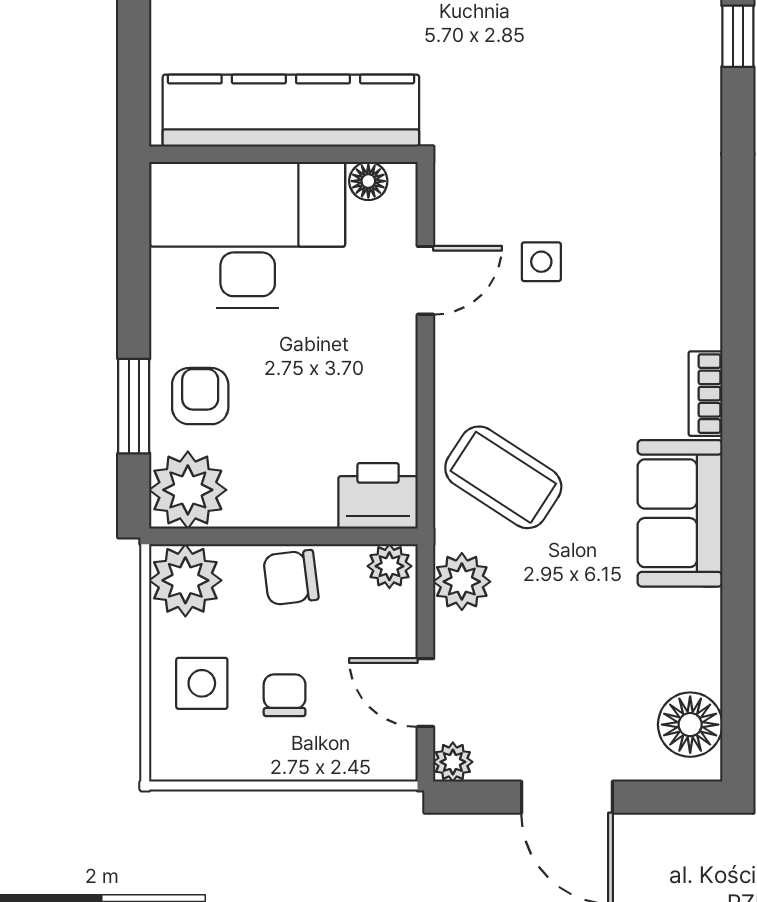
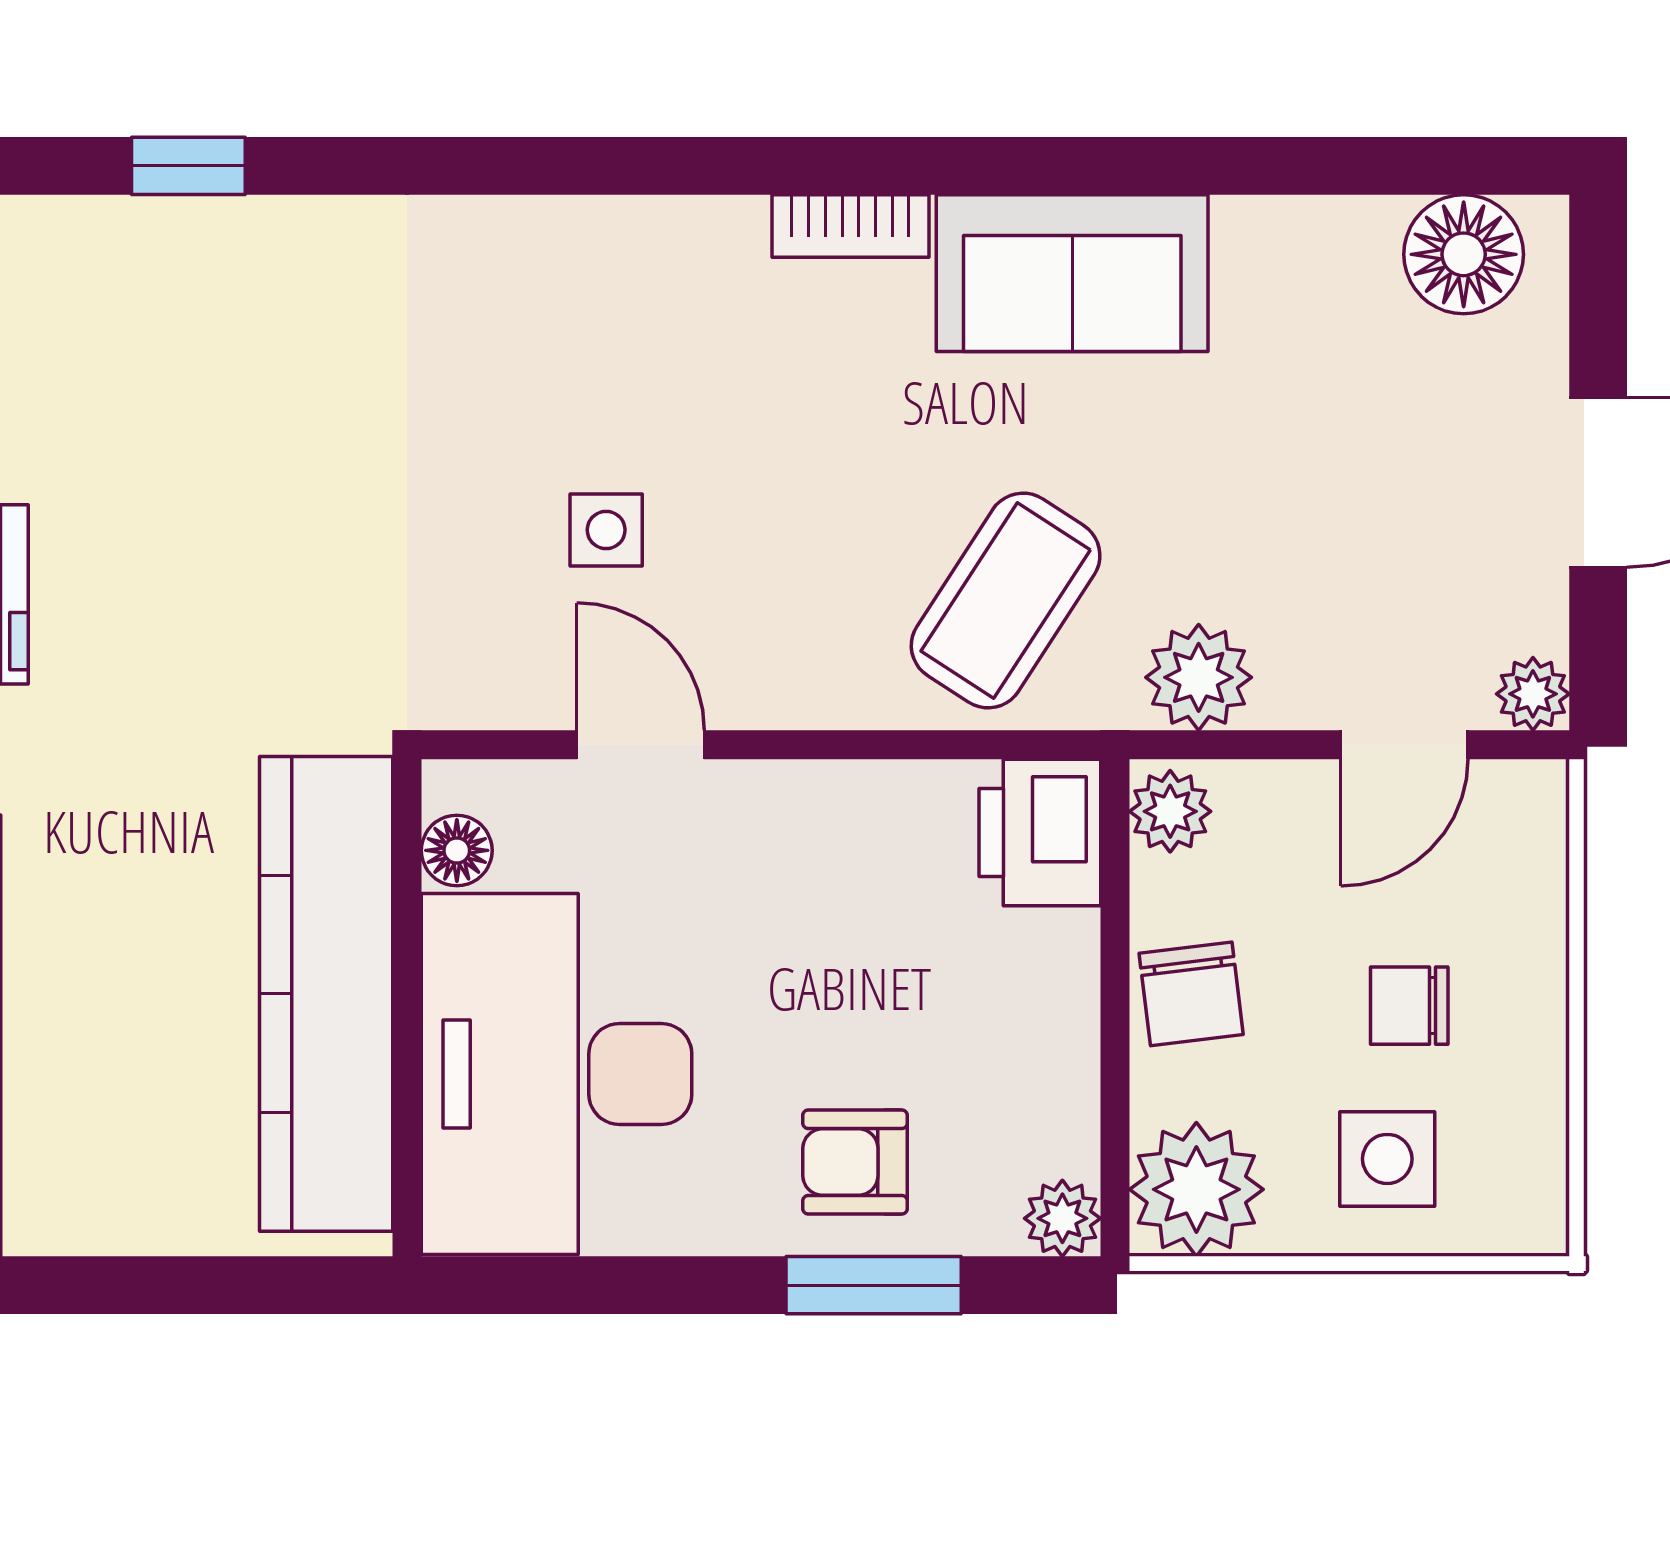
plant: (188, 490) -> (1062, 1218), width x0.53, depth x0.53

